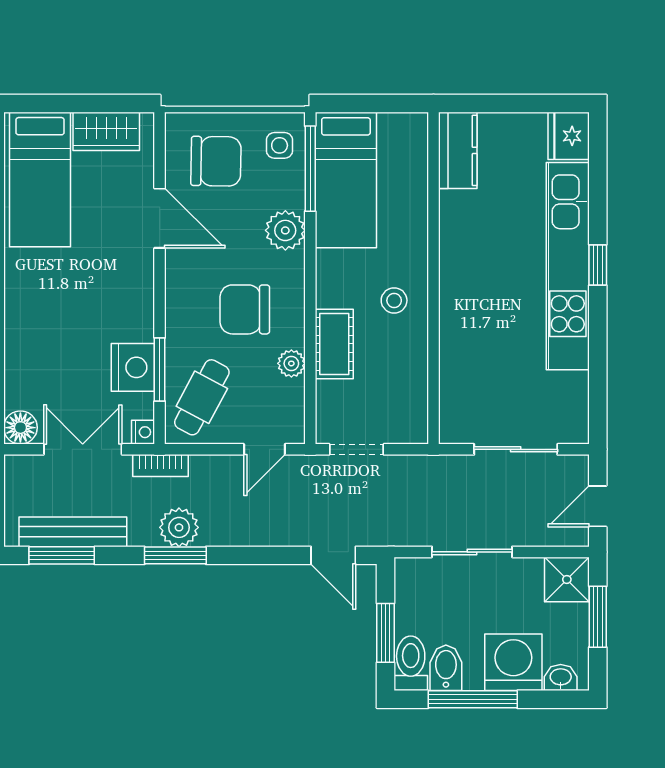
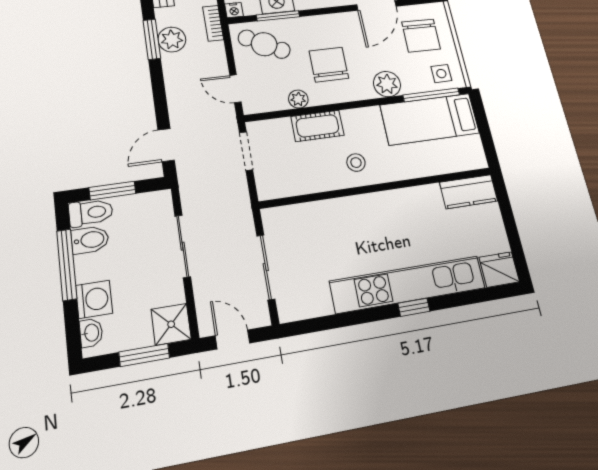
washing machine: (513, 662) -> (94, 299), width x0.73, depth x0.73

